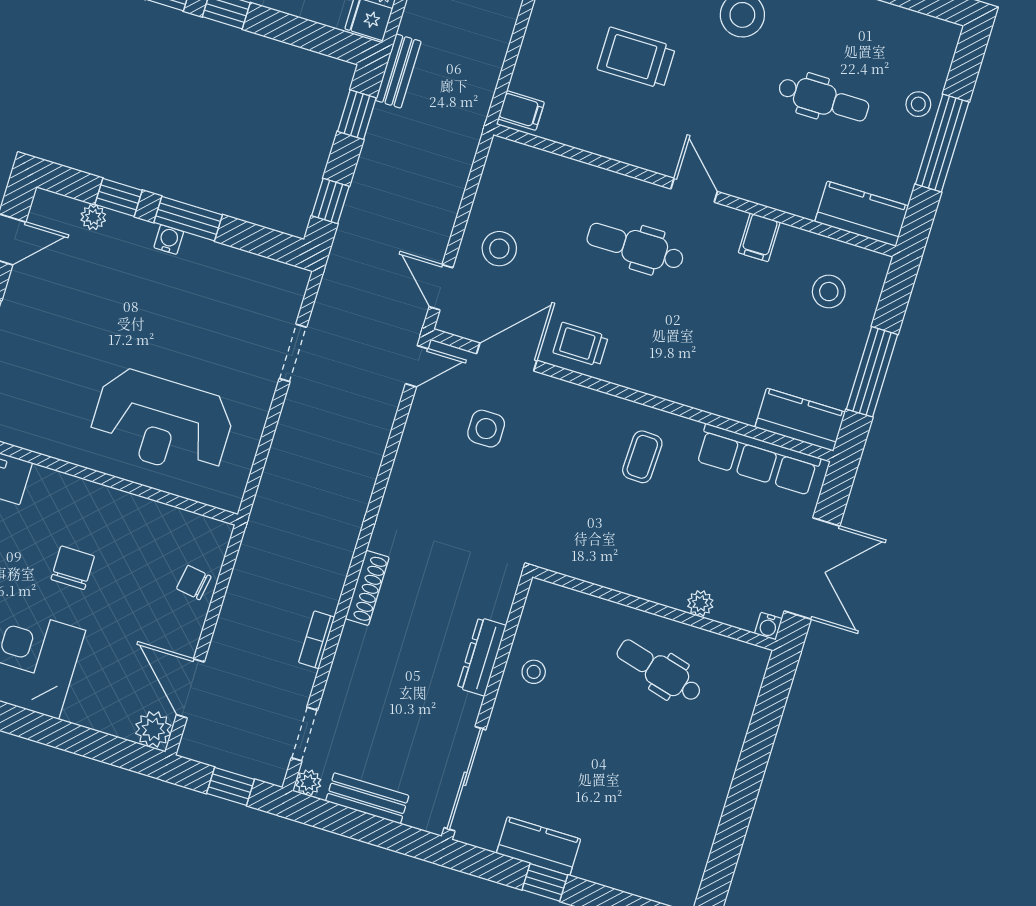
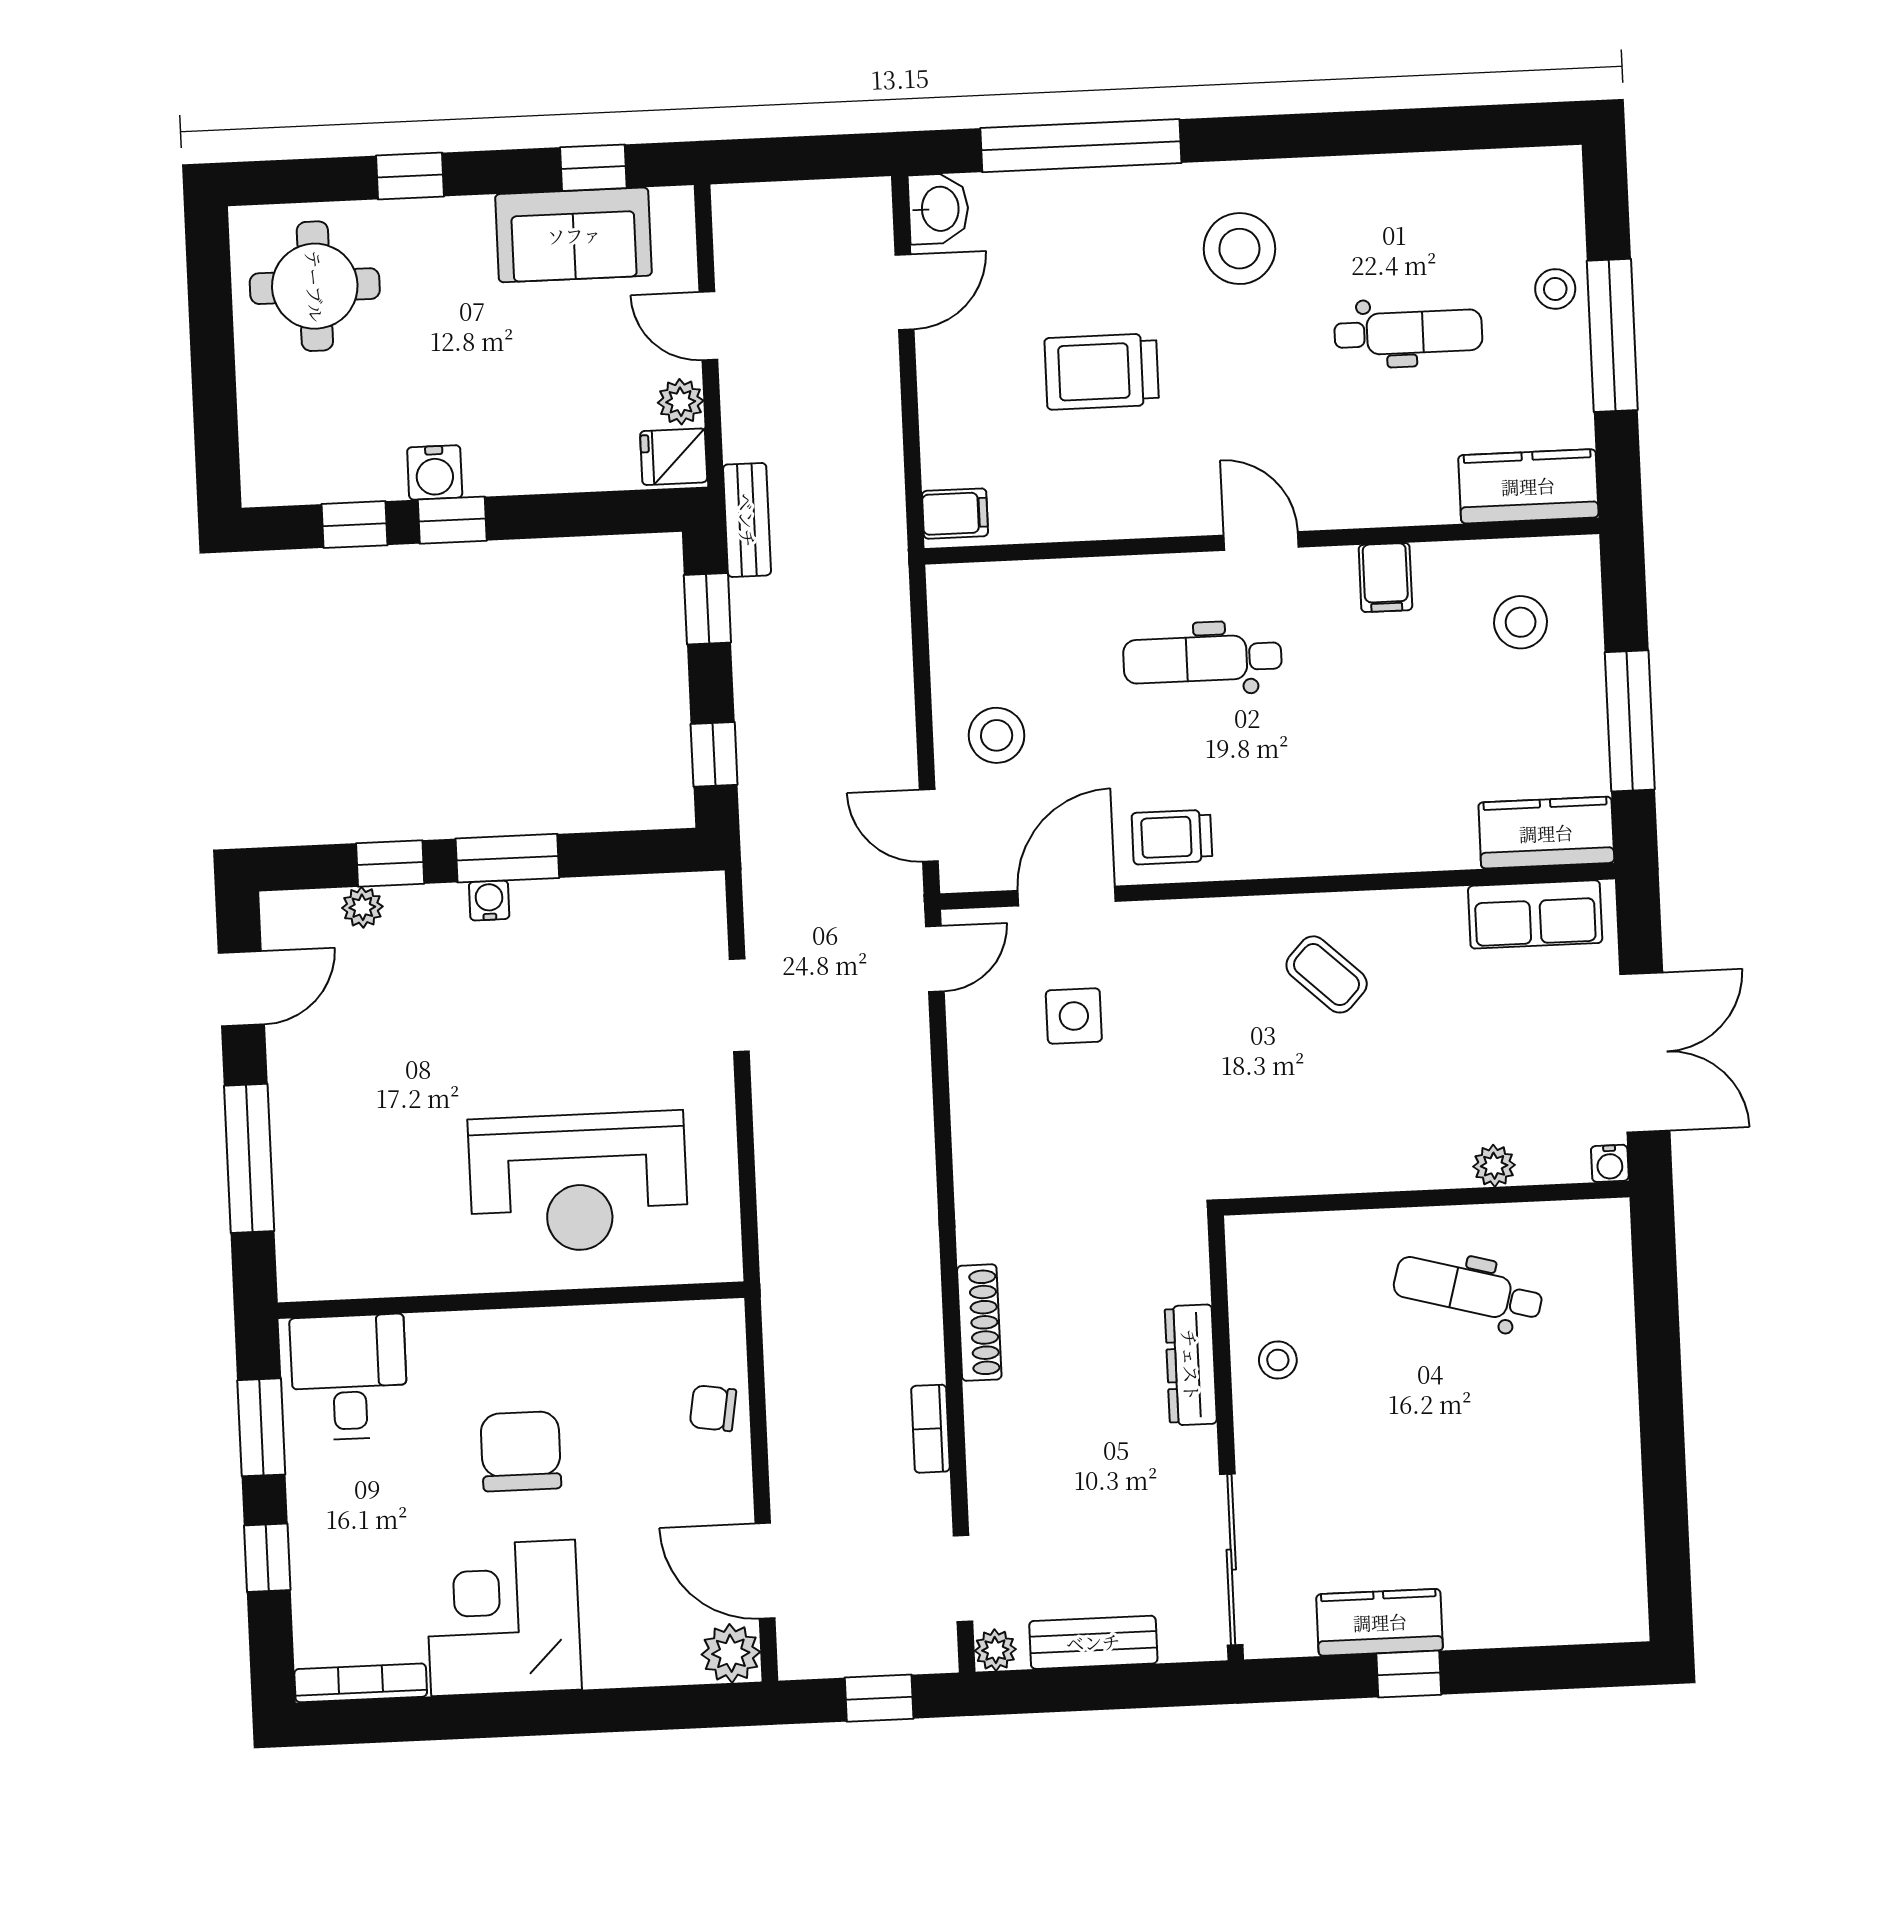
coffee table: (642, 457) -> (1327, 974), turned -49
row of seats: (758, 459) -> (1535, 914), width x0.68
chair: (73, 568) -> (521, 1451), width x1.37, depth x1.37

